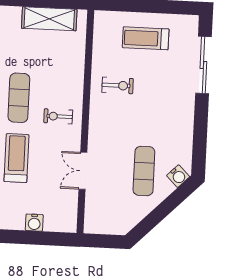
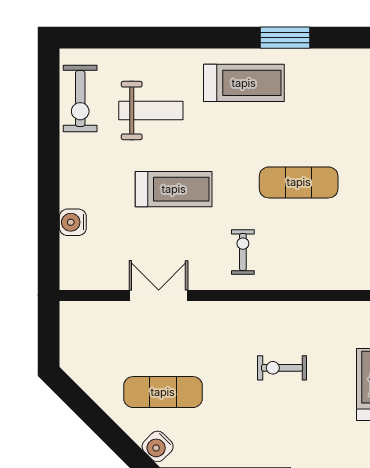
exercise bike: (118, 85) -> (282, 368), moved, turned 90
exercise mat: (19, 98) -> (299, 182), moved

